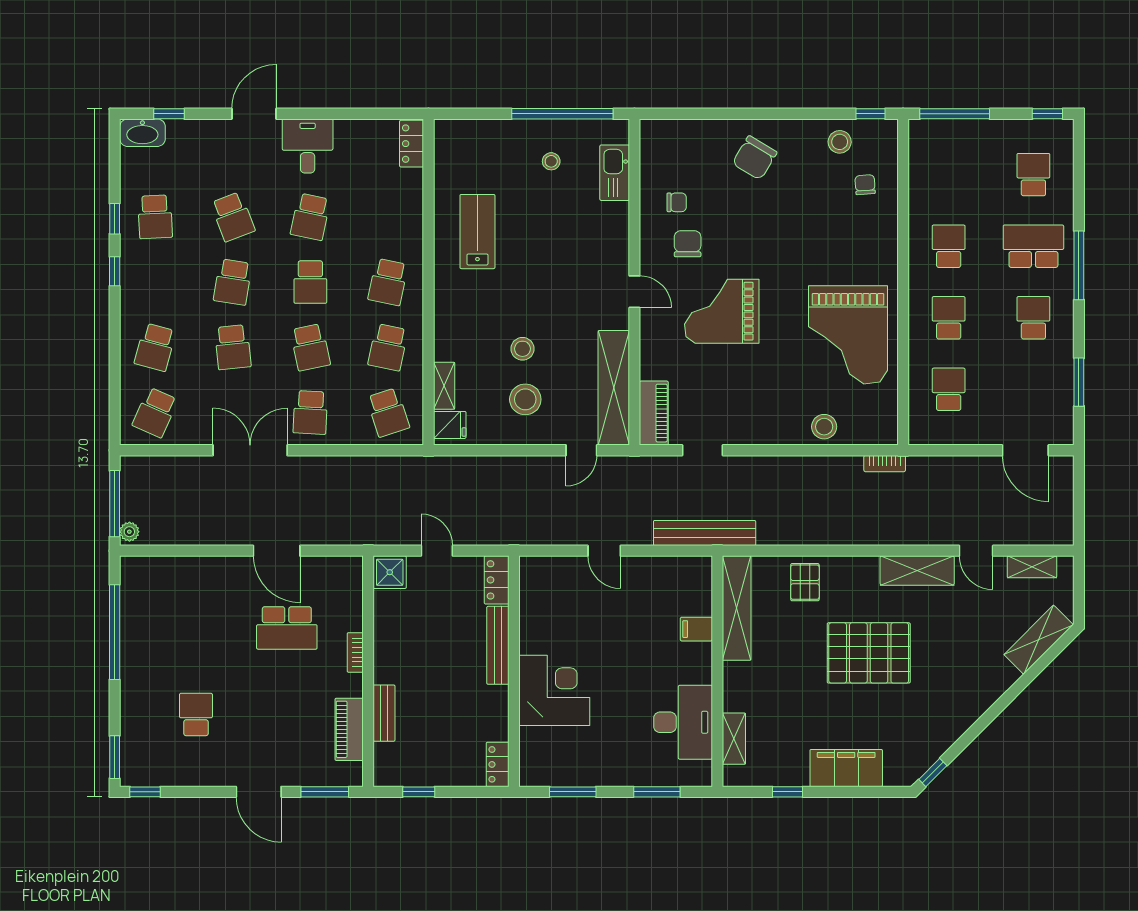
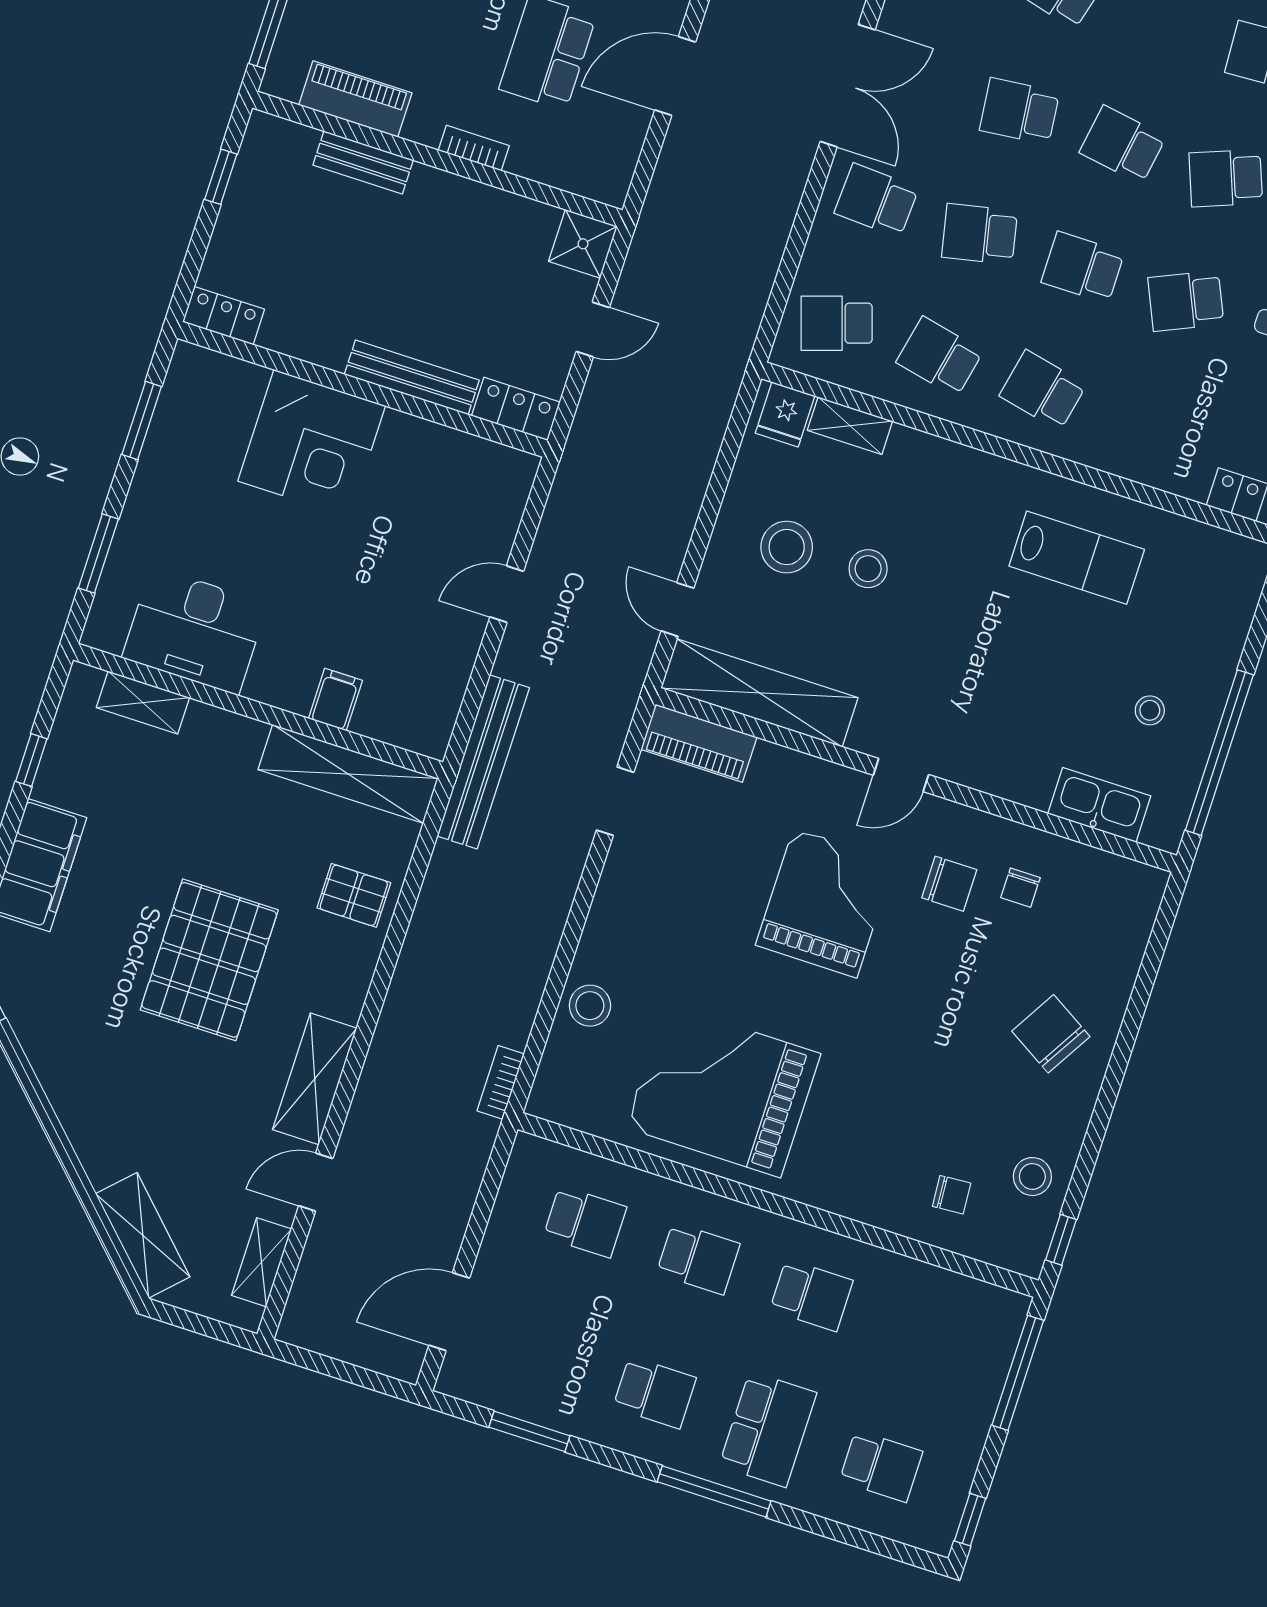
school desk: (310, 217) -> (1186, 301), turned -36

